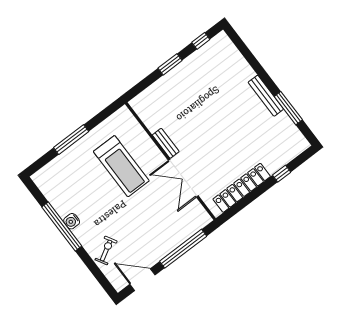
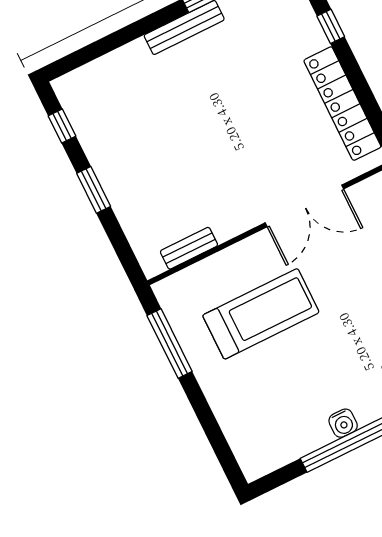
window: (71, 140) -> (170, 343), moved
bench: (166, 143) -> (189, 248), moved

